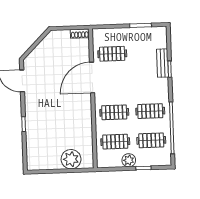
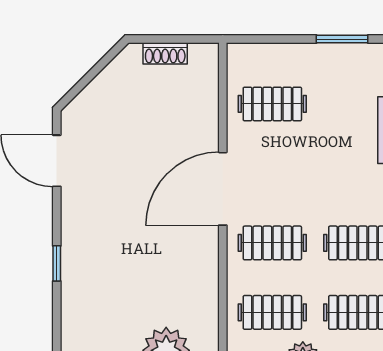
shoe rack: (80, 34) -> (165, 53), moved
door: (92, 78) -> (223, 189), moved

